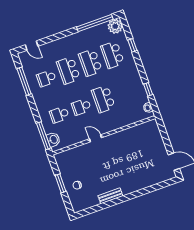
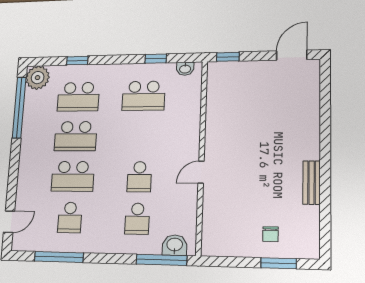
school desk: (103, 99) -> (144, 96), moved
window: (162, 128) -> (228, 57), added
window: (60, 183) -> (278, 263), moved

